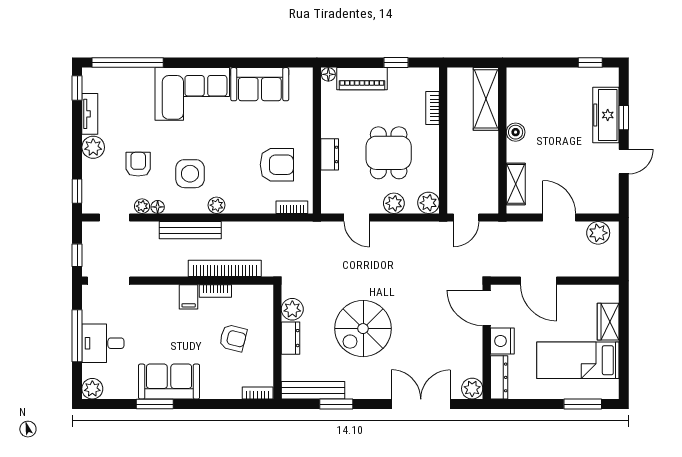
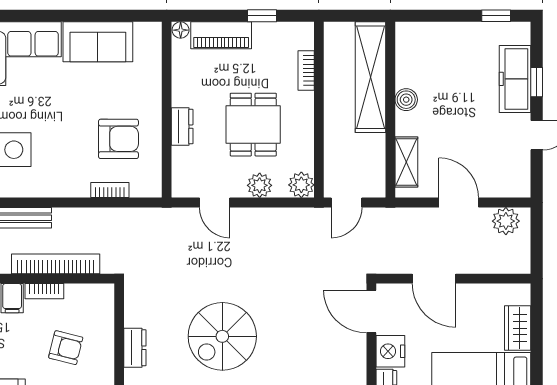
shelving: (486, 99) -> (370, 77), width x1.47
plant: (217, 205) -> (46, 188), removed
bookcase: (292, 207) -> (110, 190), moved
plant: (292, 309) -> (137, 313), removed

